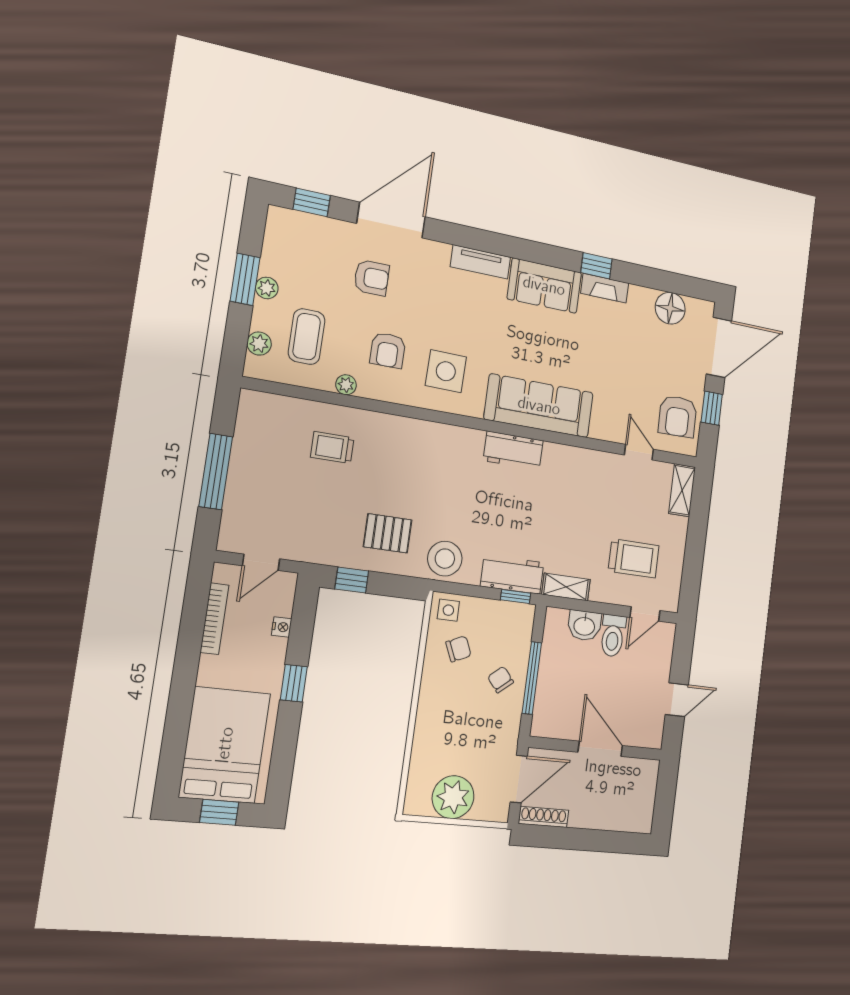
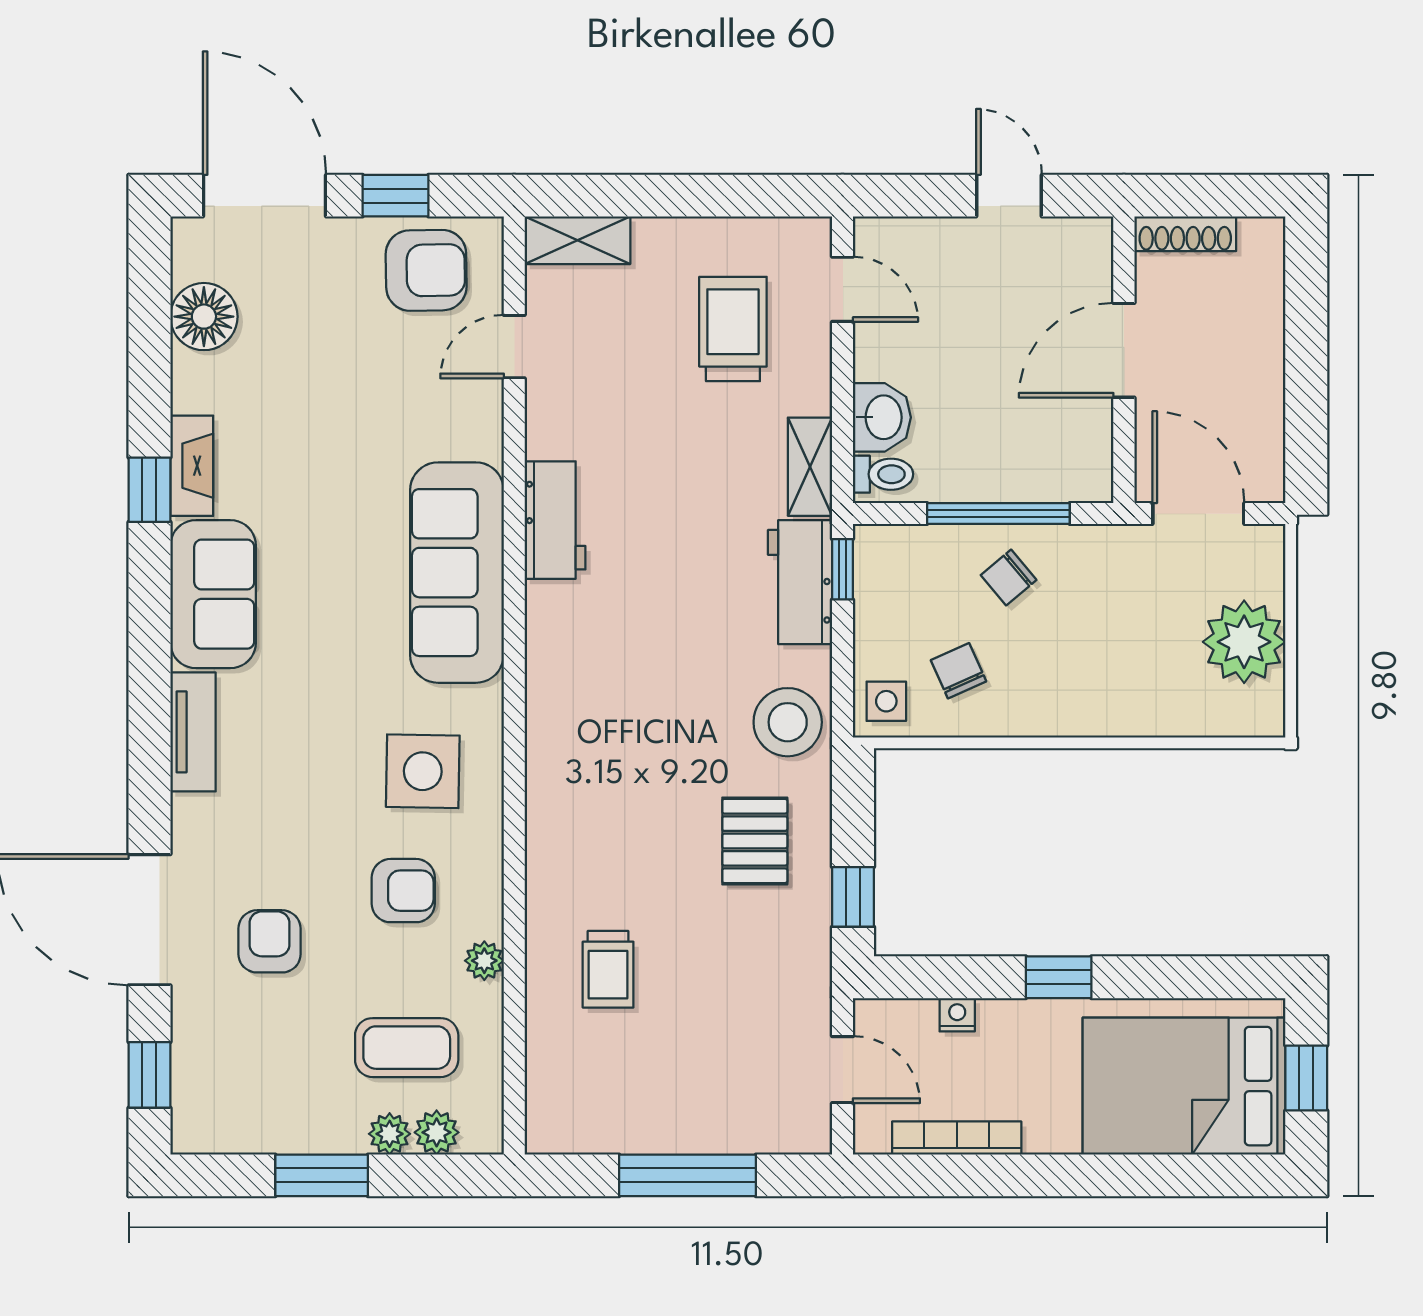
plant: (267, 288) -> (390, 1134), moved
workbench: (513, 450) -> (555, 520), moved
toilet: (613, 636) -> (883, 474), moved, width x0.73, depth x0.72
shoe rack: (543, 817) -> (1185, 234), moved, turned -90

